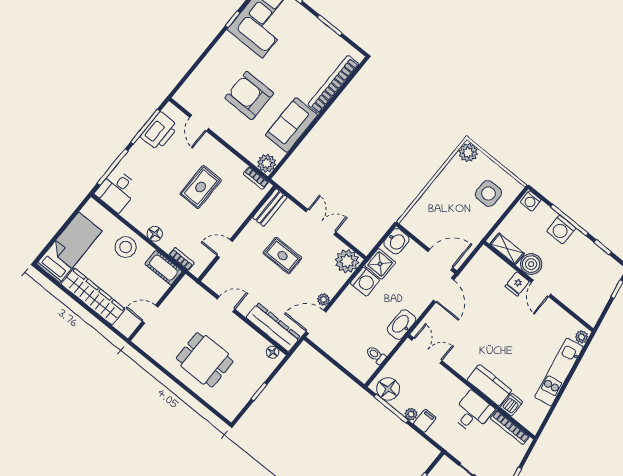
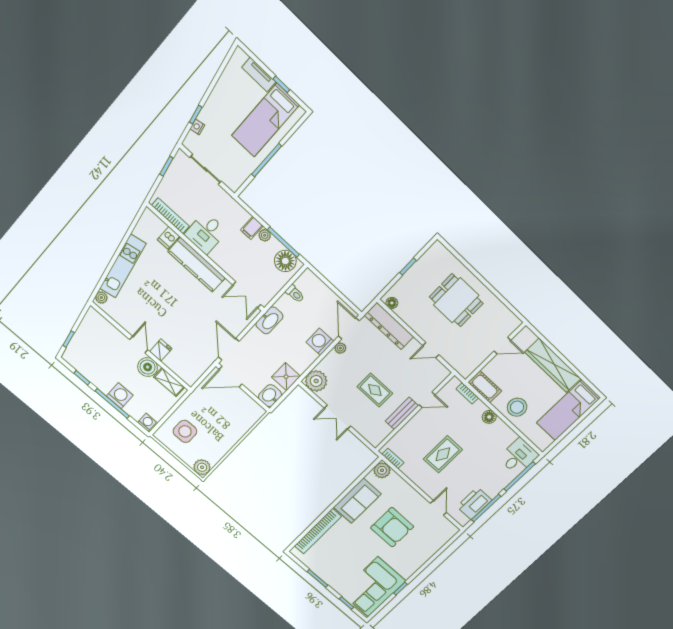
bench: (270, 207) -> (402, 413), moved
washing machine: (365, 282) -> (320, 342), moved
door: (316, 322) -> (349, 328), swing flipped
kitchen counter: (489, 385) -> (197, 265), width x1.50

